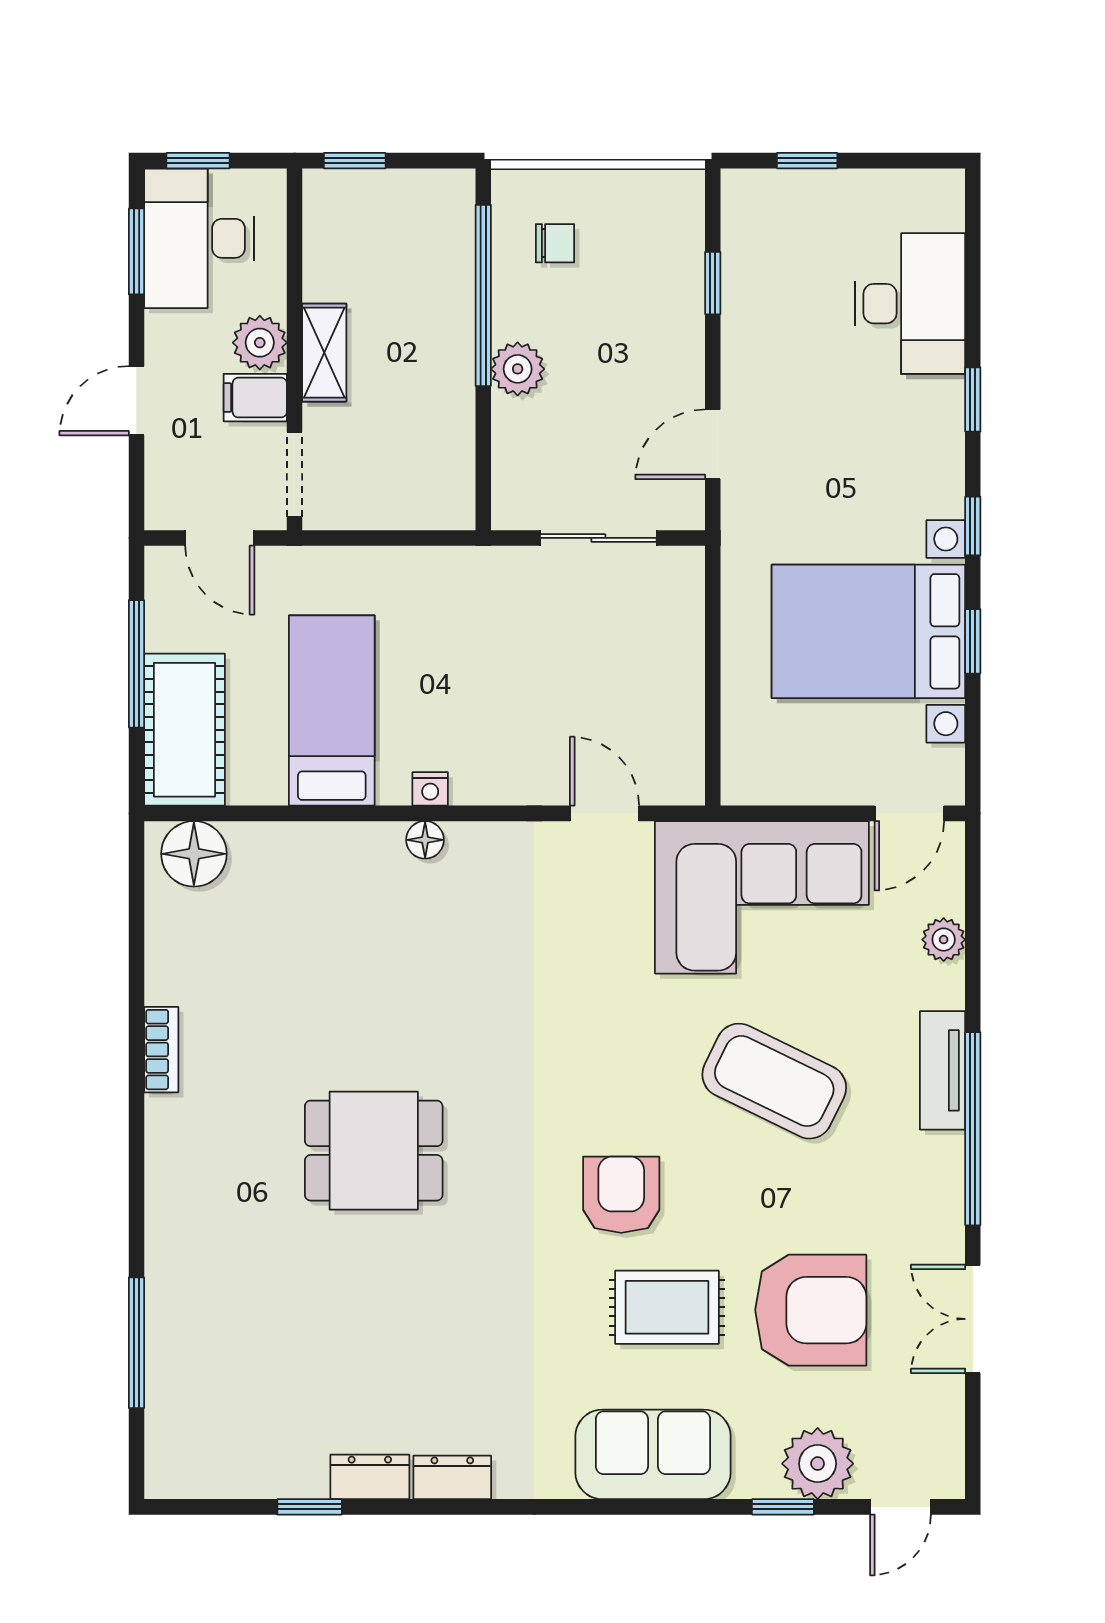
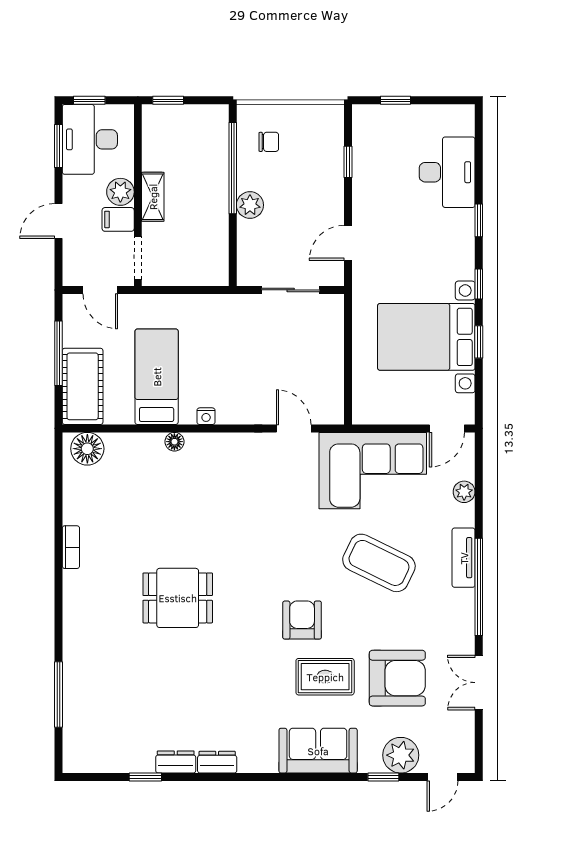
floor lamp: (425, 840) -> (174, 442), moved

